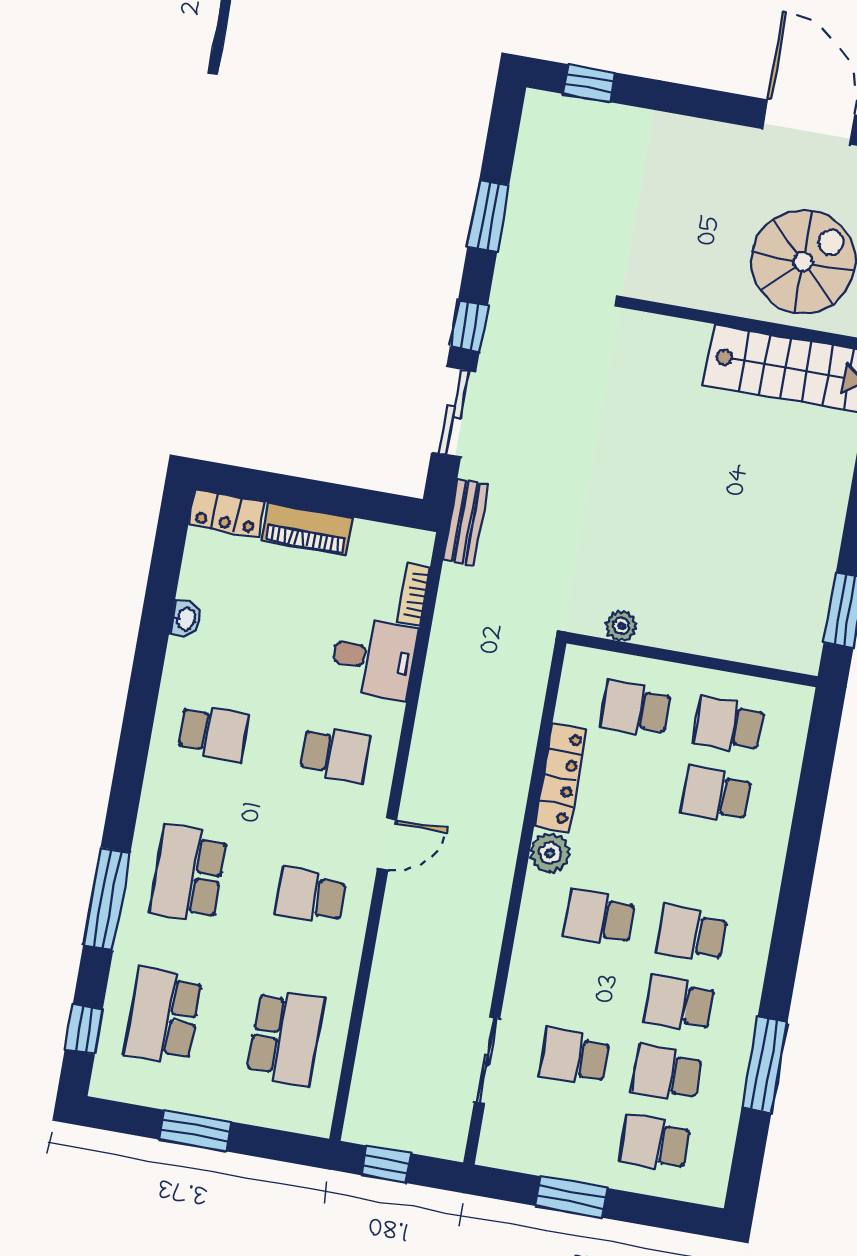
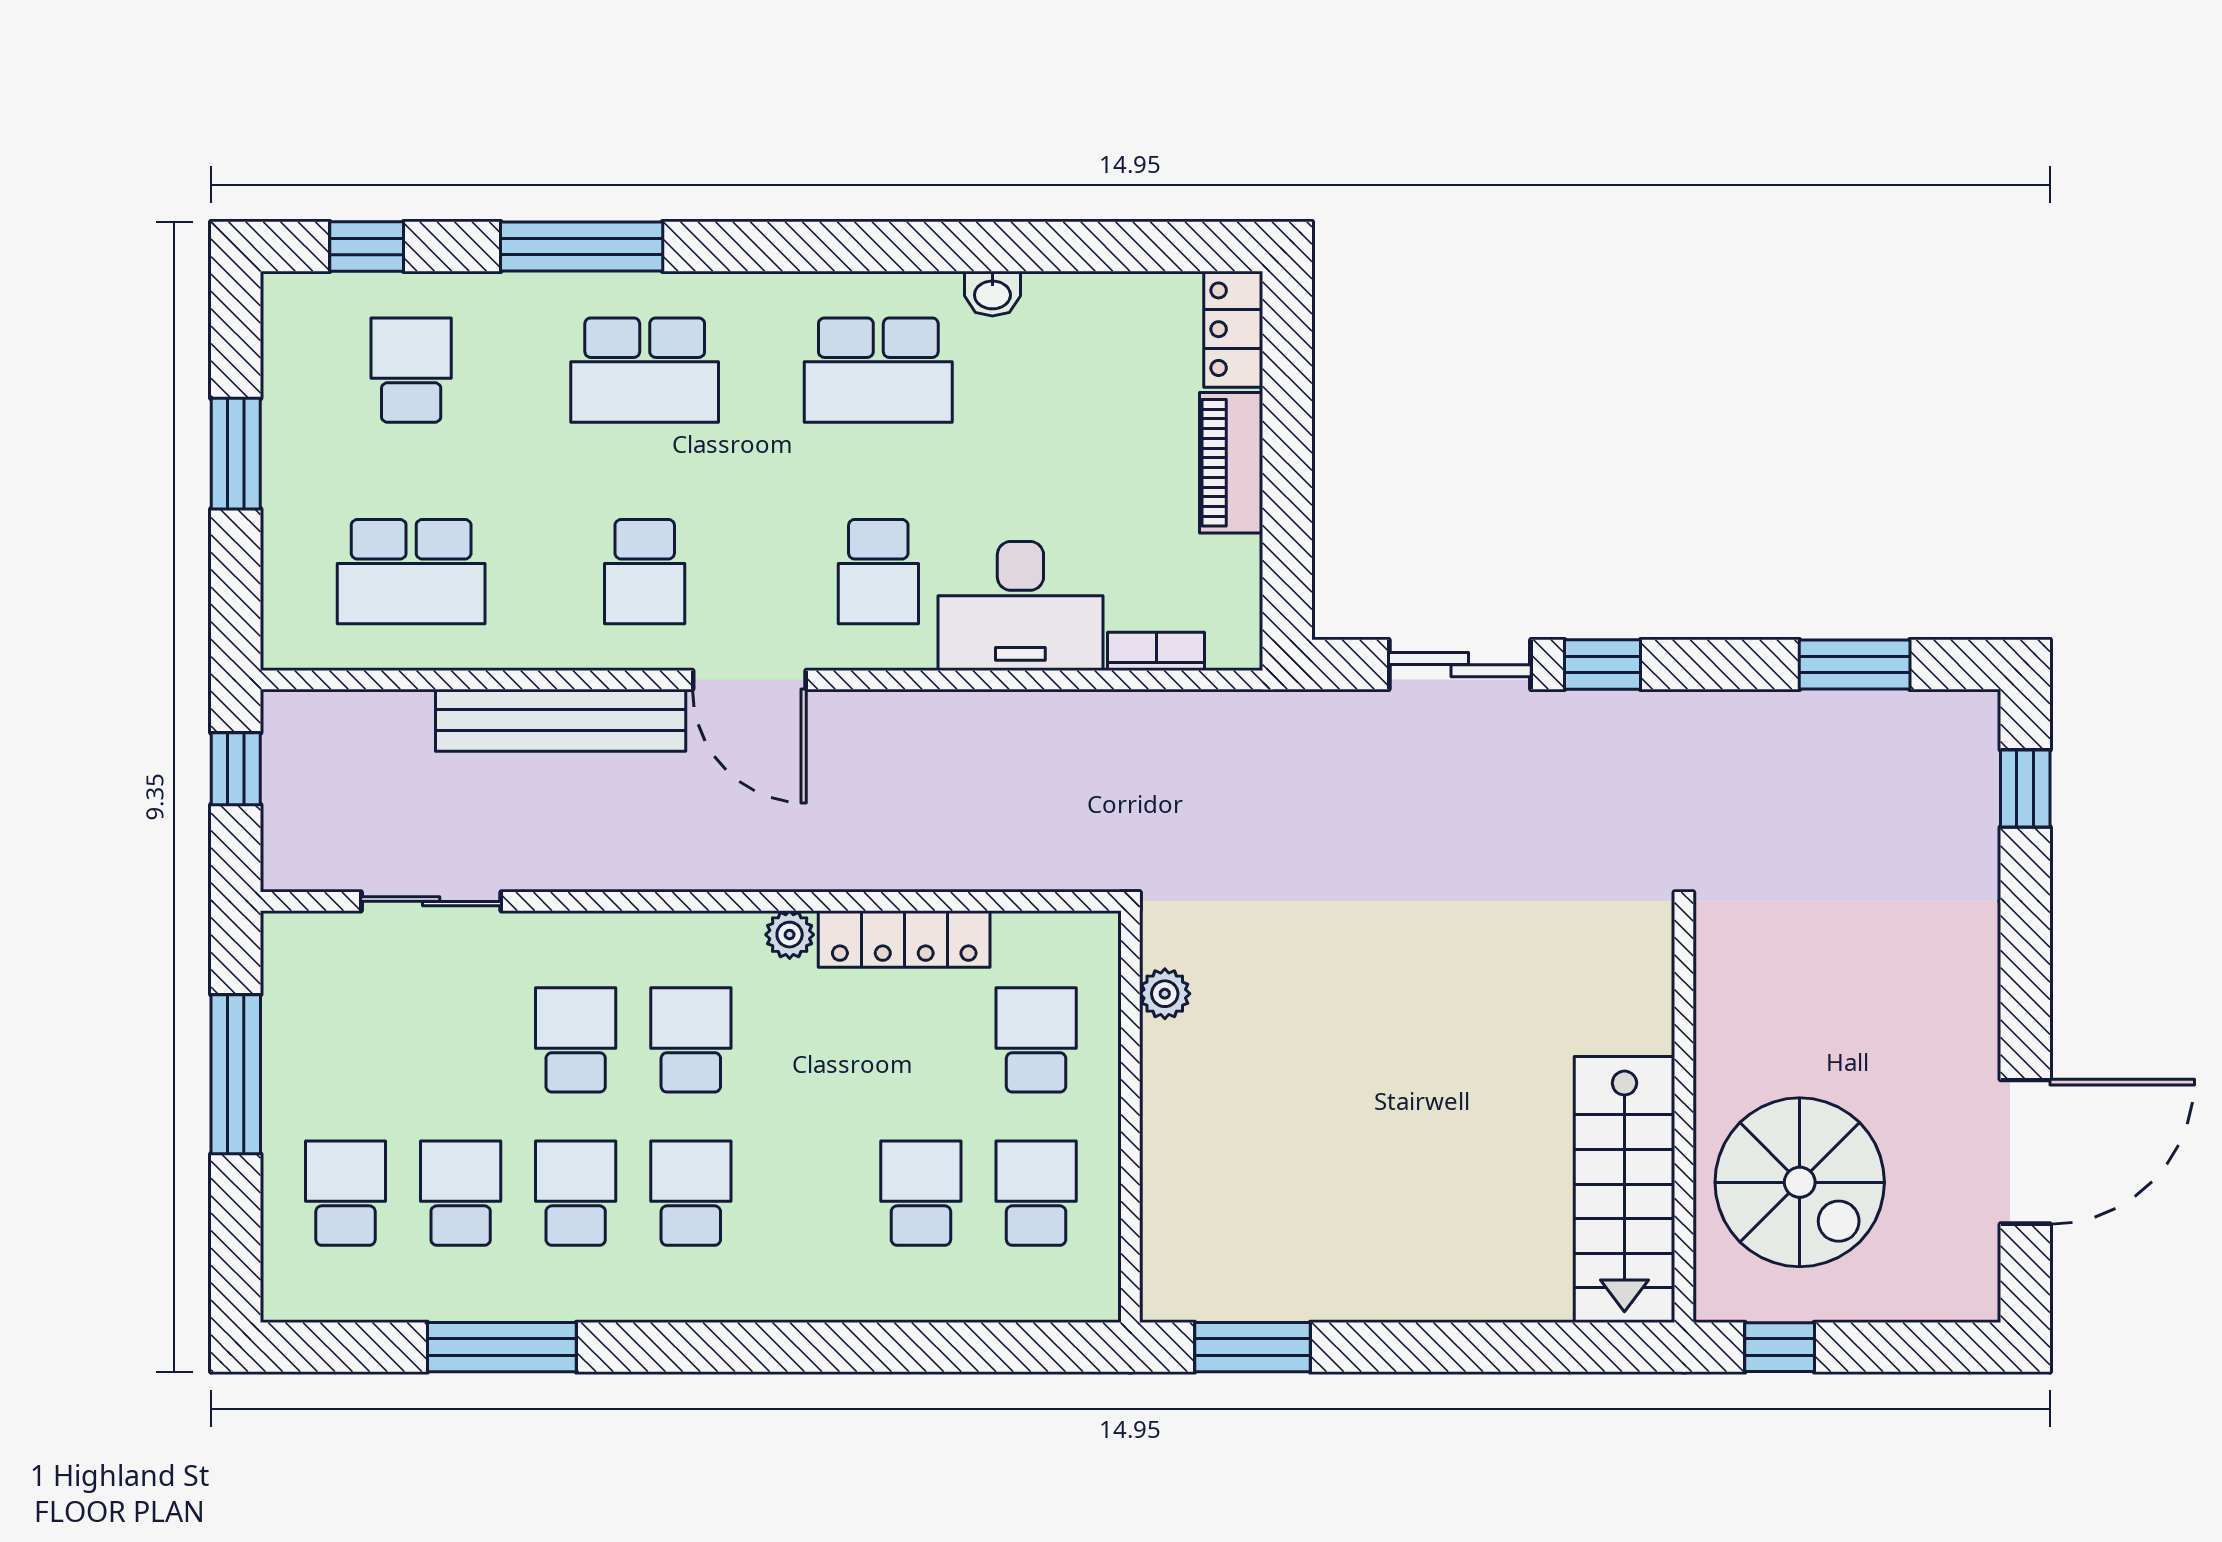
window: (488, 216) -> (1855, 665), moved
bench: (466, 522) -> (561, 720), moved, width x1.86, depth x1.21
washbasin: (186, 619) -> (992, 294), moved
desk: (374, 658) -> (1020, 606), width x1.37
school desk: (213, 733) -> (878, 370), width x1.85
door: (387, 844) -> (749, 680), width x1.38
plant: (550, 853) -> (790, 935), width x0.73, depth x0.73
school desk: (188, 874) -> (645, 370), turned 180
school desk: (310, 896) -> (645, 572), turned 180
school desk: (163, 1015) -> (411, 370), width x0.54
school desk: (574, 1057) -> (576, 1040), moved
window: (571, 1197) -> (236, 1074), width x1.44

